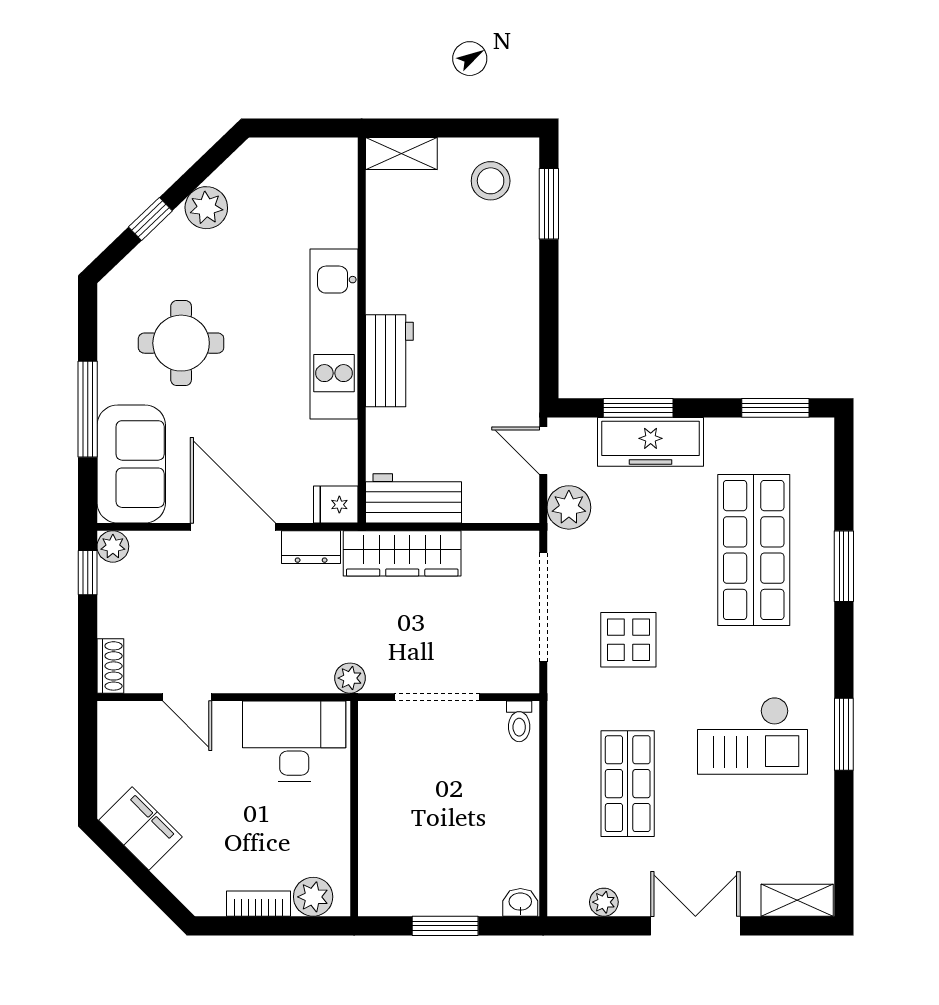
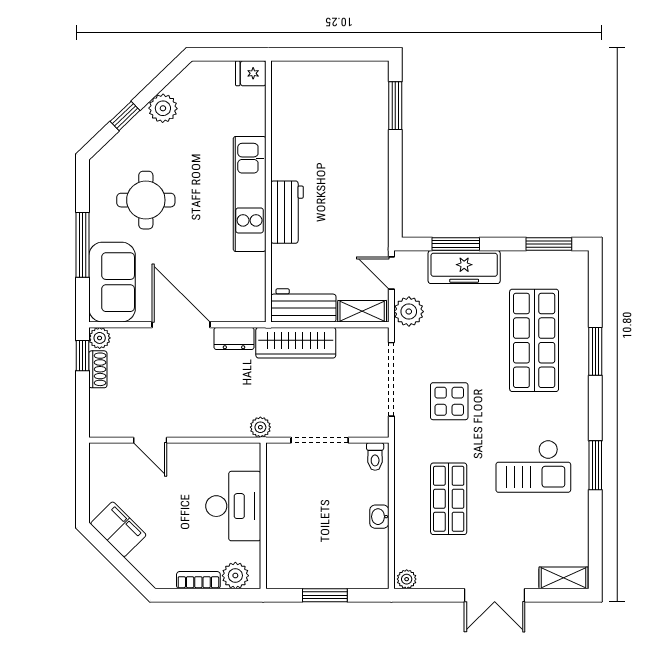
shelving: (401, 154) -> (362, 311), moved
stool: (491, 181) -> (356, 90), removed
fridge: (336, 505) -> (251, 73), moved
shoe rack: (110, 666) -> (98, 369), moved
desk: (294, 741) -> (233, 506), moved, turned 90
washbasin: (520, 902) -> (379, 517), moved, turned -90
plant: (604, 902) -> (407, 579), moved
double door: (695, 926) -> (495, 595), swing flipped

